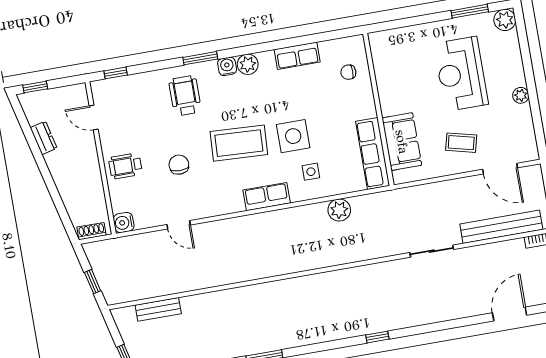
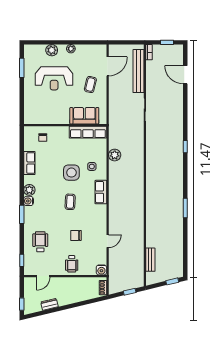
plant: (505, 20) -> (52, 50), moved
wheelchair: (185, 96) -> (40, 242), moved, turned 90
coffee table: (239, 143) -> (70, 202), width x0.54, depth x0.58

